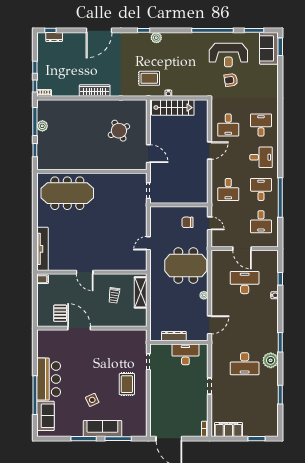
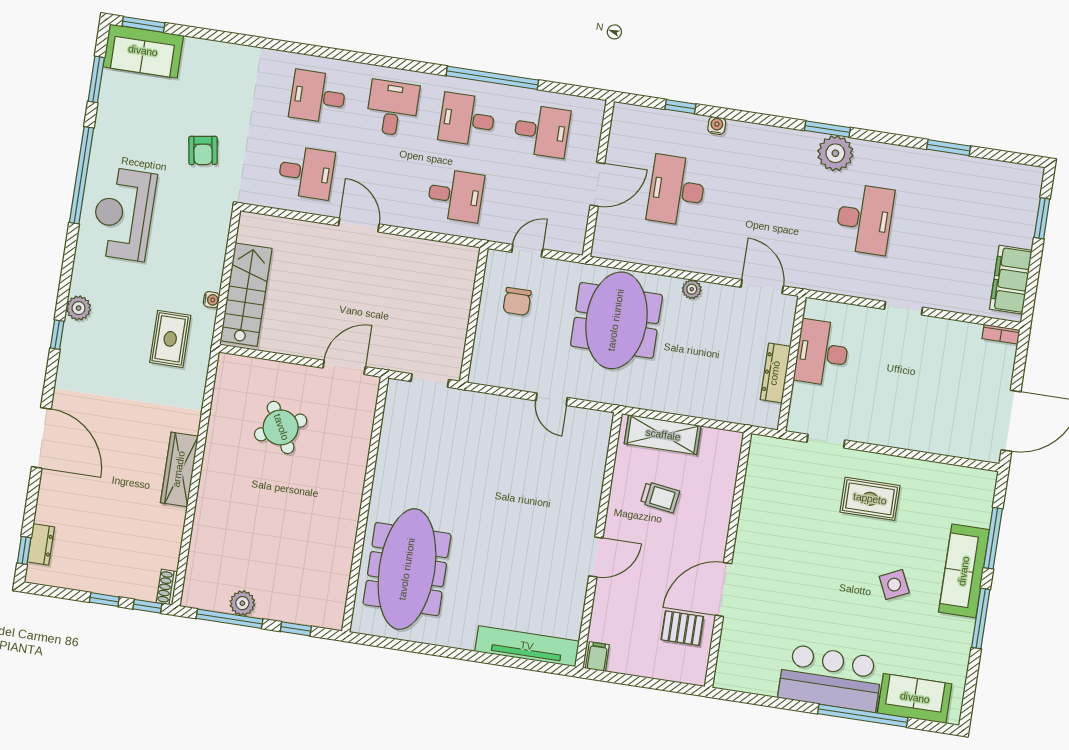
reception desk: (228, 55) -> (123, 214), moved, turned 180
plant: (271, 360) -> (835, 153), moved

